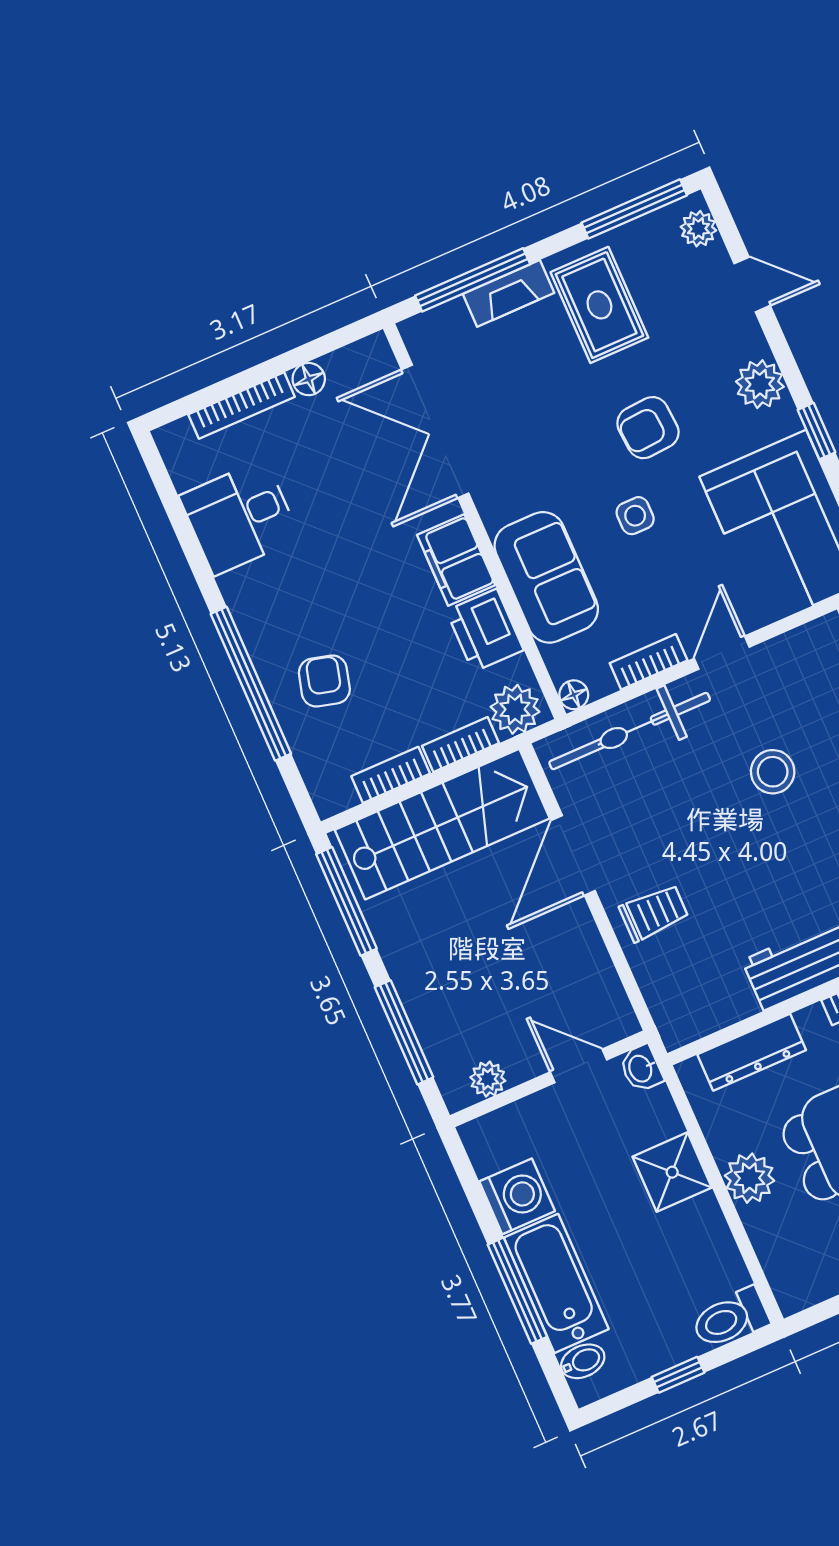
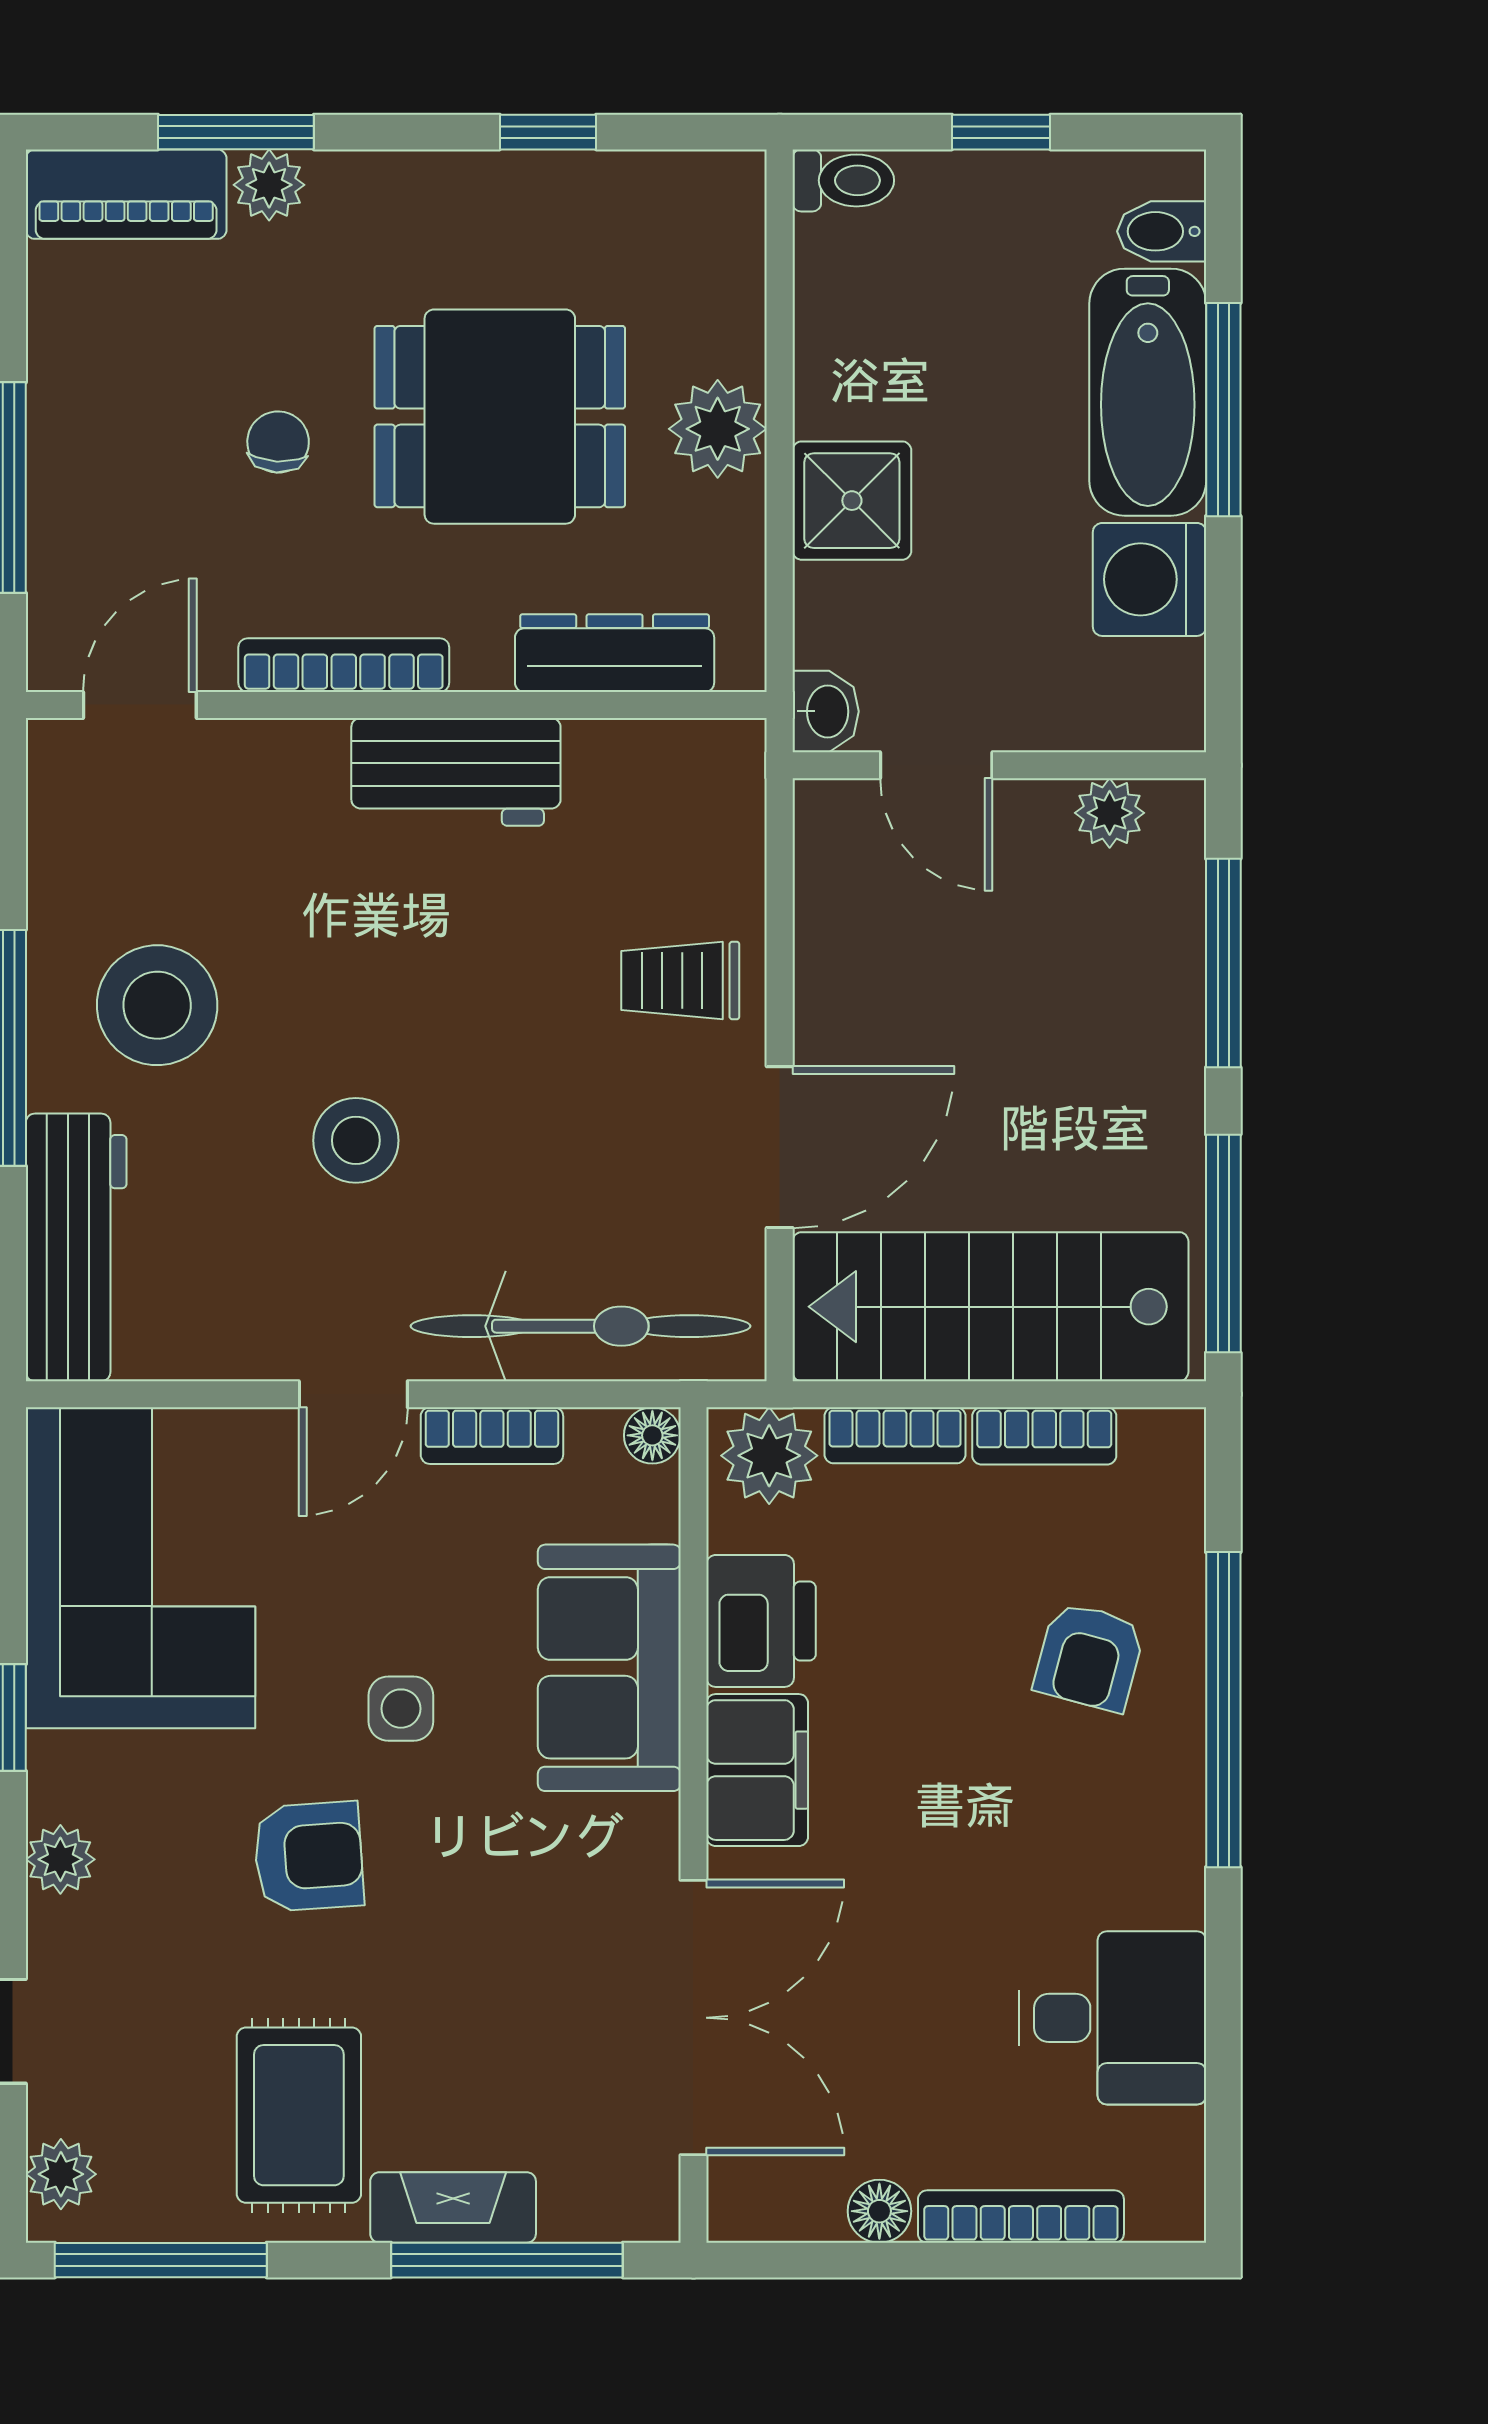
plant: (760, 384) -> (60, 1859), width x0.73, depth x0.73
toilet: (730, 1318) -> (843, 180), width x0.73, depth x0.72

